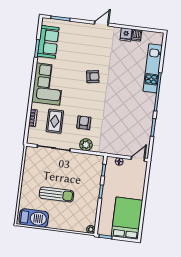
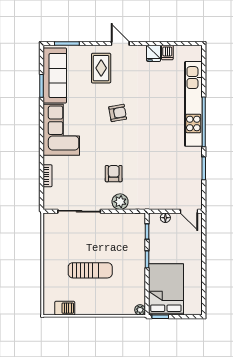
door: (101, 24) -> (120, 43), hinge flipped
sofa: (48, 42) -> (55, 76), width x1.36
kitchen unit: (153, 68) -> (193, 104), width x1.36
rug: (55, 121) -> (101, 68), moved
door: (138, 159) -> (189, 211), swing flipped
barbecue: (34, 218) -> (65, 308), width x0.53, depth x0.65
bed: (127, 218) -> (166, 289), moved

